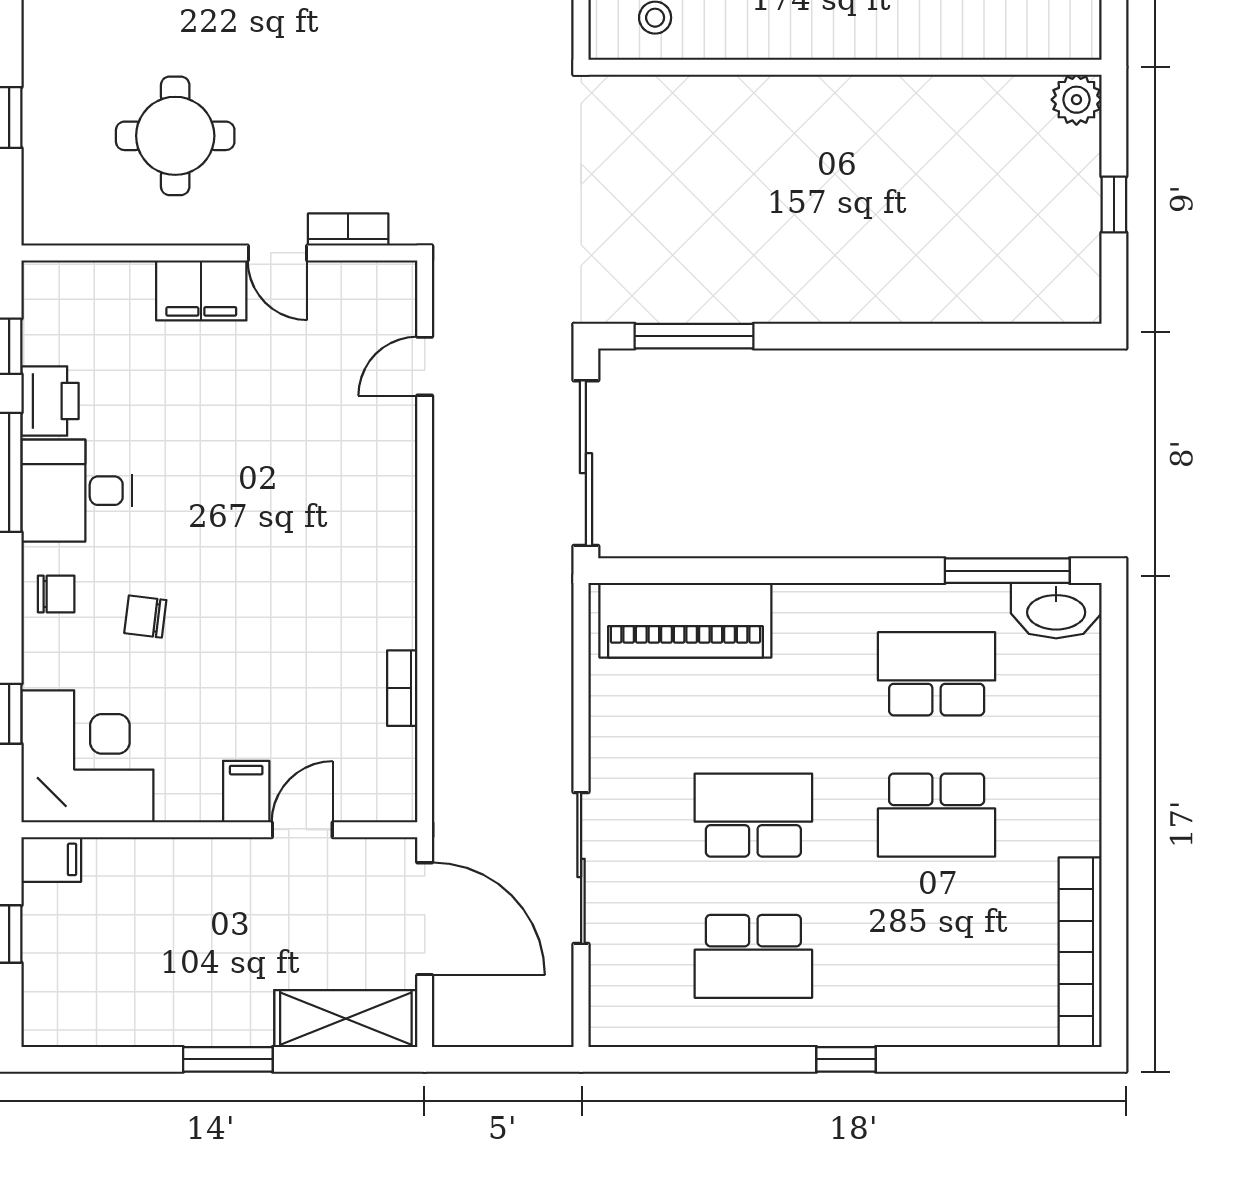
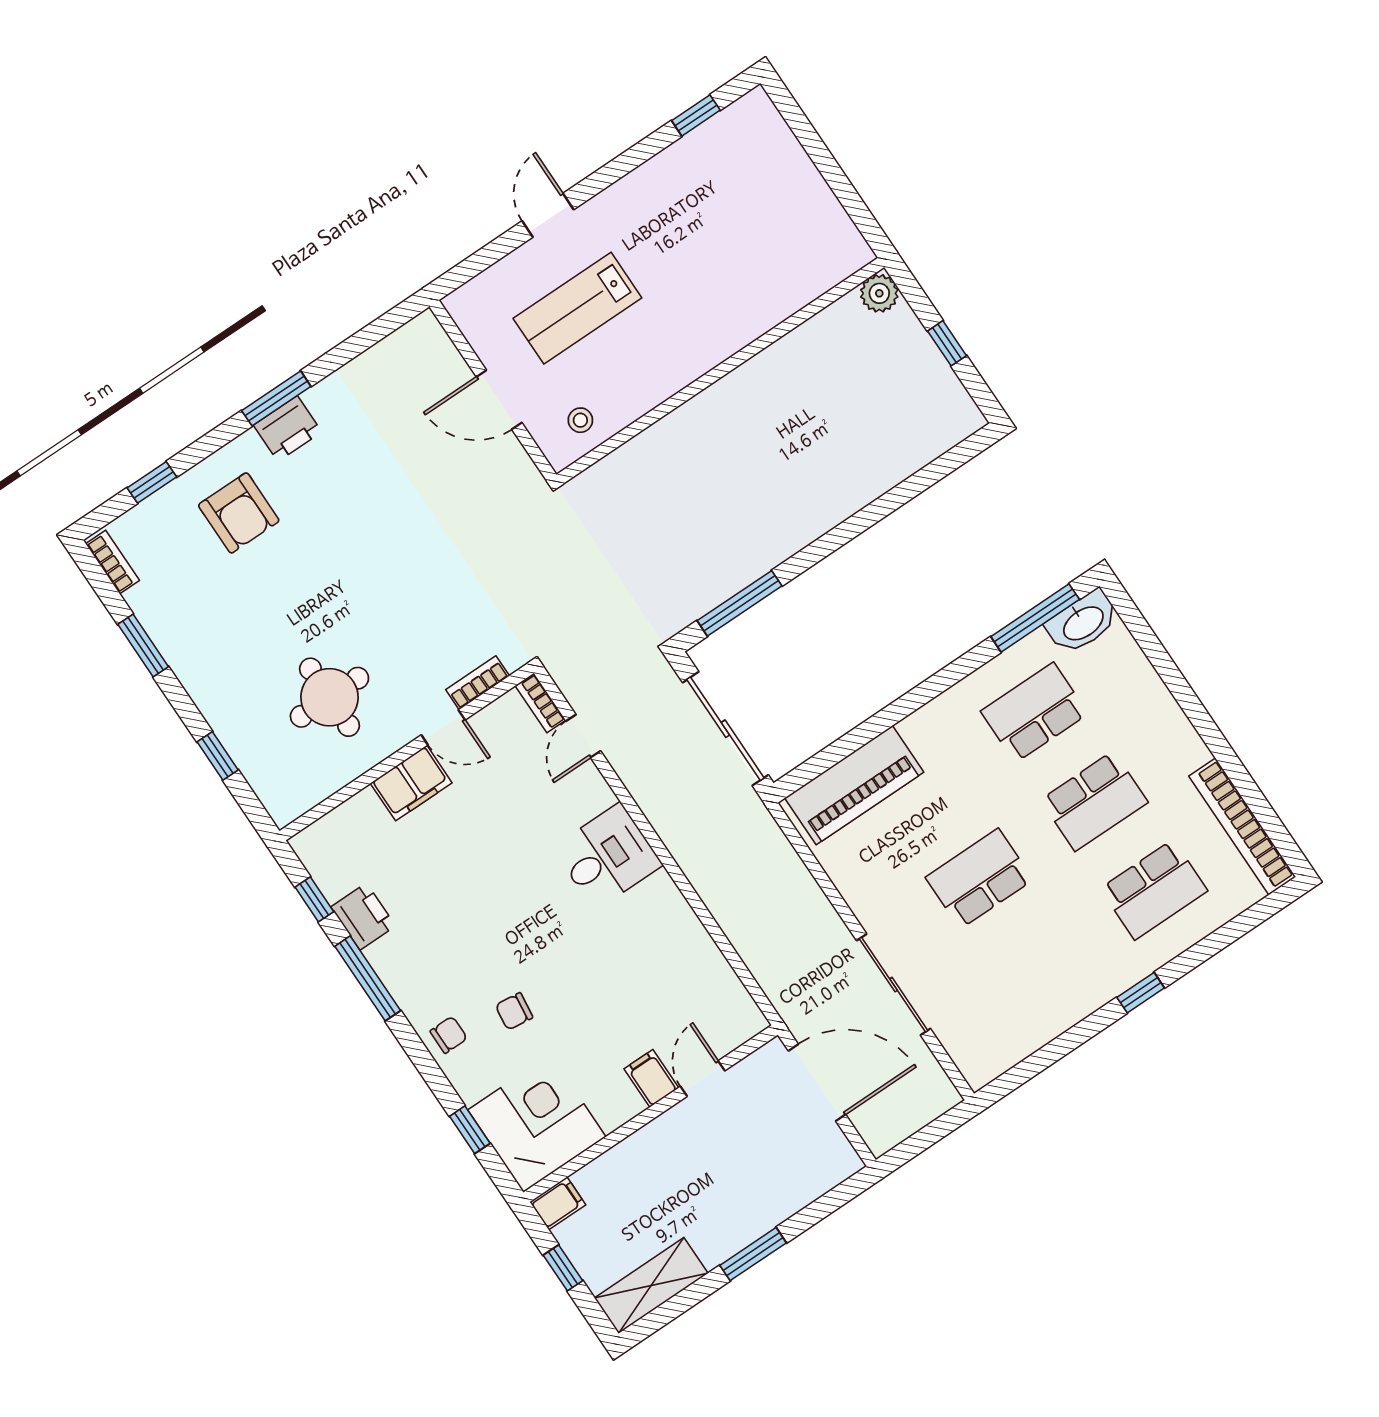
desk: (76, 491) -> (608, 856), moved, turned 180
bookcase: (402, 688) -> (540, 703), moved
school desk: (753, 956) -> (1154, 890), moved
shelving: (346, 1019) -> (651, 1286), moved

